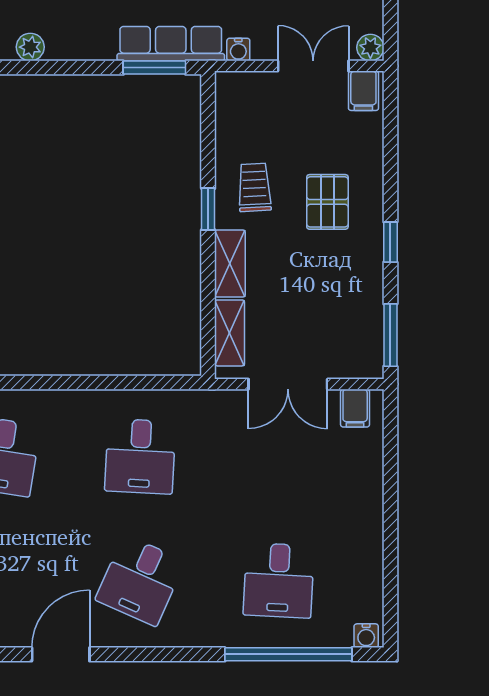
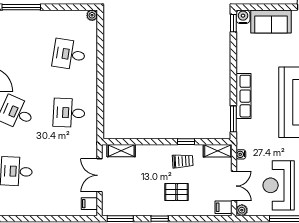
row of seats: (171, 44) -> (243, 96), moved
plant: (30, 47) -> (242, 66), removed
window: (208, 209) -> (186, 142), moved
shelving: (230, 264) -> (218, 151), moved

